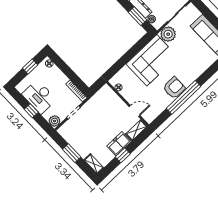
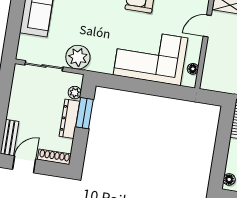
corner sofa: (152, 60) -> (151, 56), moved
door: (135, 111) -> (207, 26), hinge flipped

